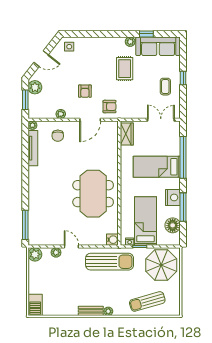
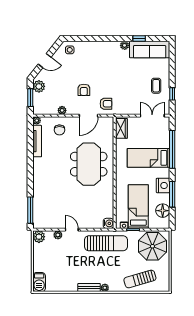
rug: (125, 69) -> (120, 70), removed
window: (183, 78) -> (172, 94), moved
meeting table: (93, 194) -> (89, 164), moved

